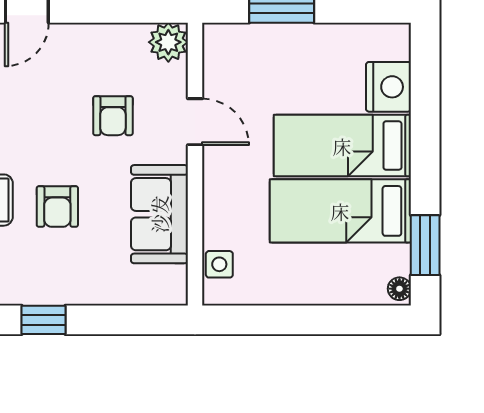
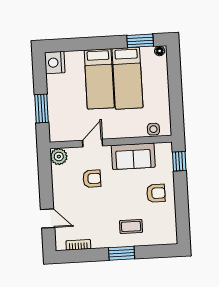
nightstand: (388, 87) -> (55, 63), moved, turned -90
armchair: (57, 207) -> (156, 193), moved
window: (44, 320) -> (179, 161), moved

